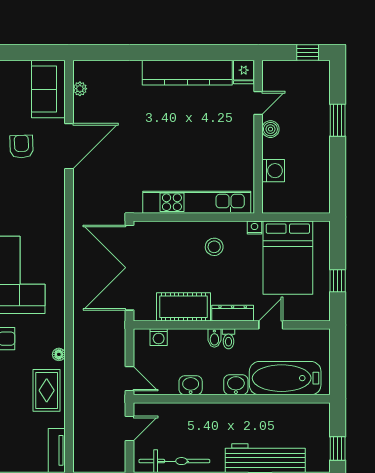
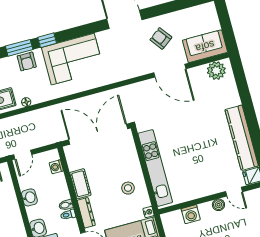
plant: (80, 89) -> (216, 71), width x1.87, depth x1.87
armchair: (21, 146) -> (161, 38), turned -125
cot: (183, 307) -> (80, 184), width x0.73, depth x0.75

